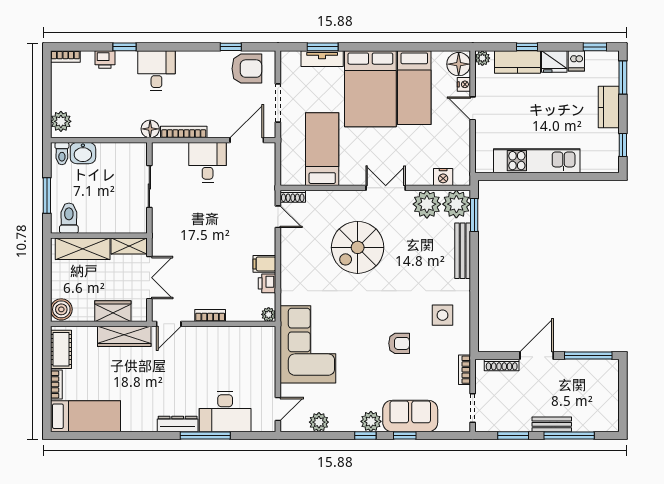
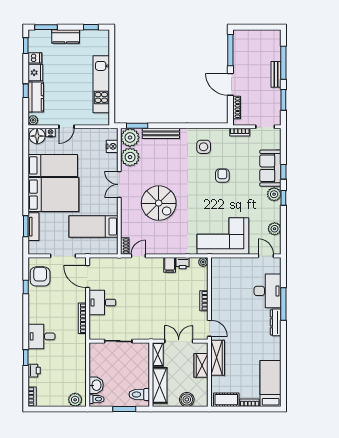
floor lamp: (150, 129) -> (80, 341), removed
boiler: (61, 309) -> (187, 399), moved

